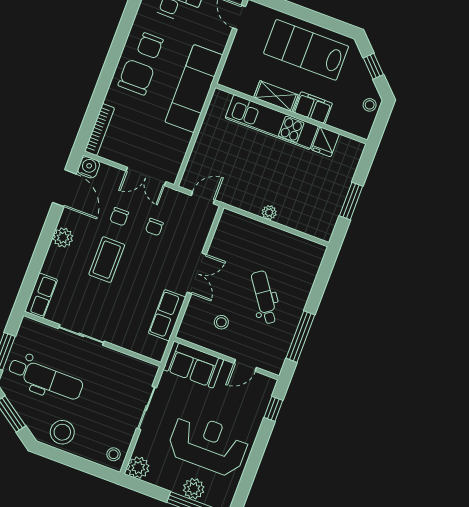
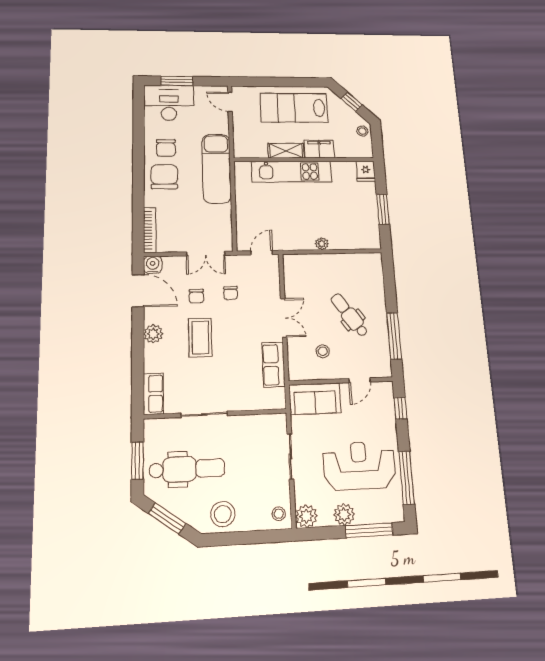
fridge: (325, 142) -> (366, 171), moved
window: (249, 475) -> (407, 478), added
plant: (194, 489) -> (344, 514), moved

